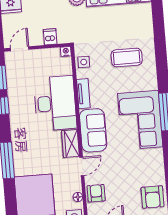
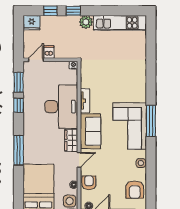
dishwasher: (50, 37) -> (49, 52), moved
coffee table: (127, 58) -> (123, 74), removed
side table: (84, 62) -> (141, 163), moved

